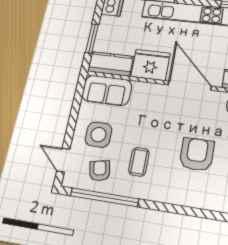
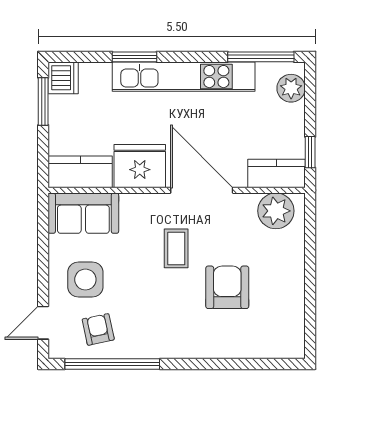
window: (92, 39) -> (43, 101), moved
door: (63, 160) -> (43, 323), hinge flipped
coffee table: (139, 162) -> (176, 248), moved

